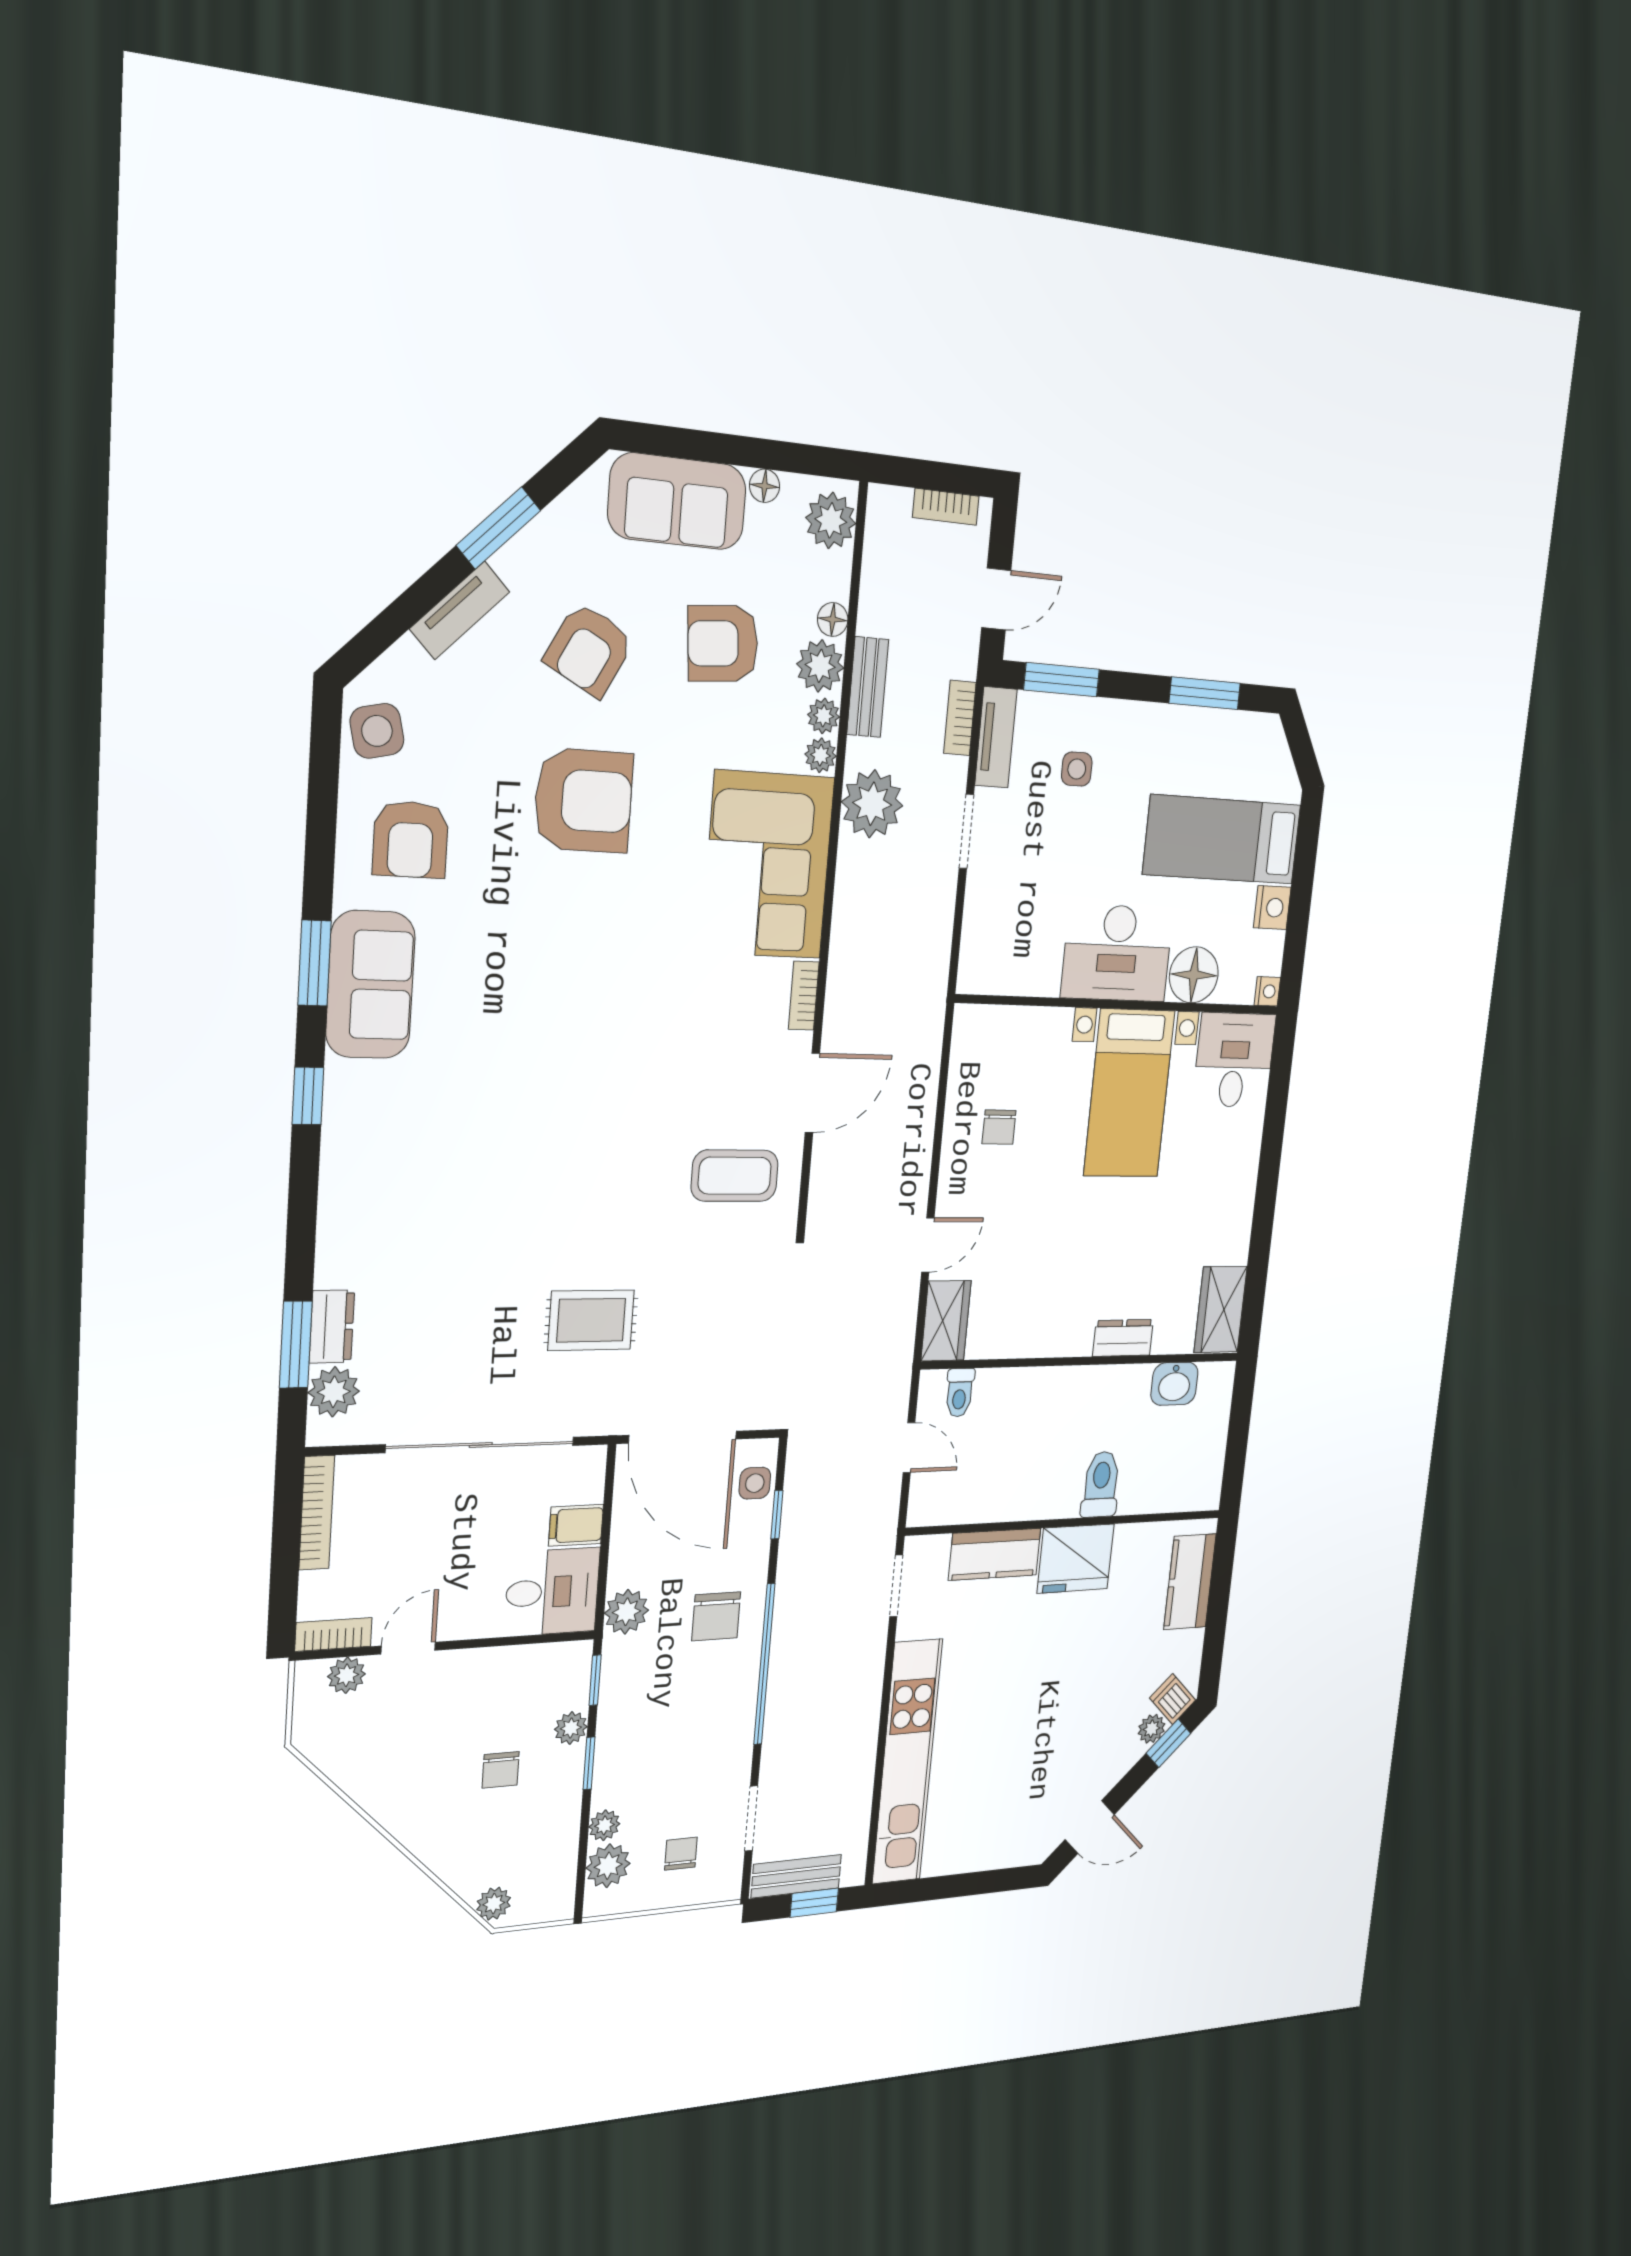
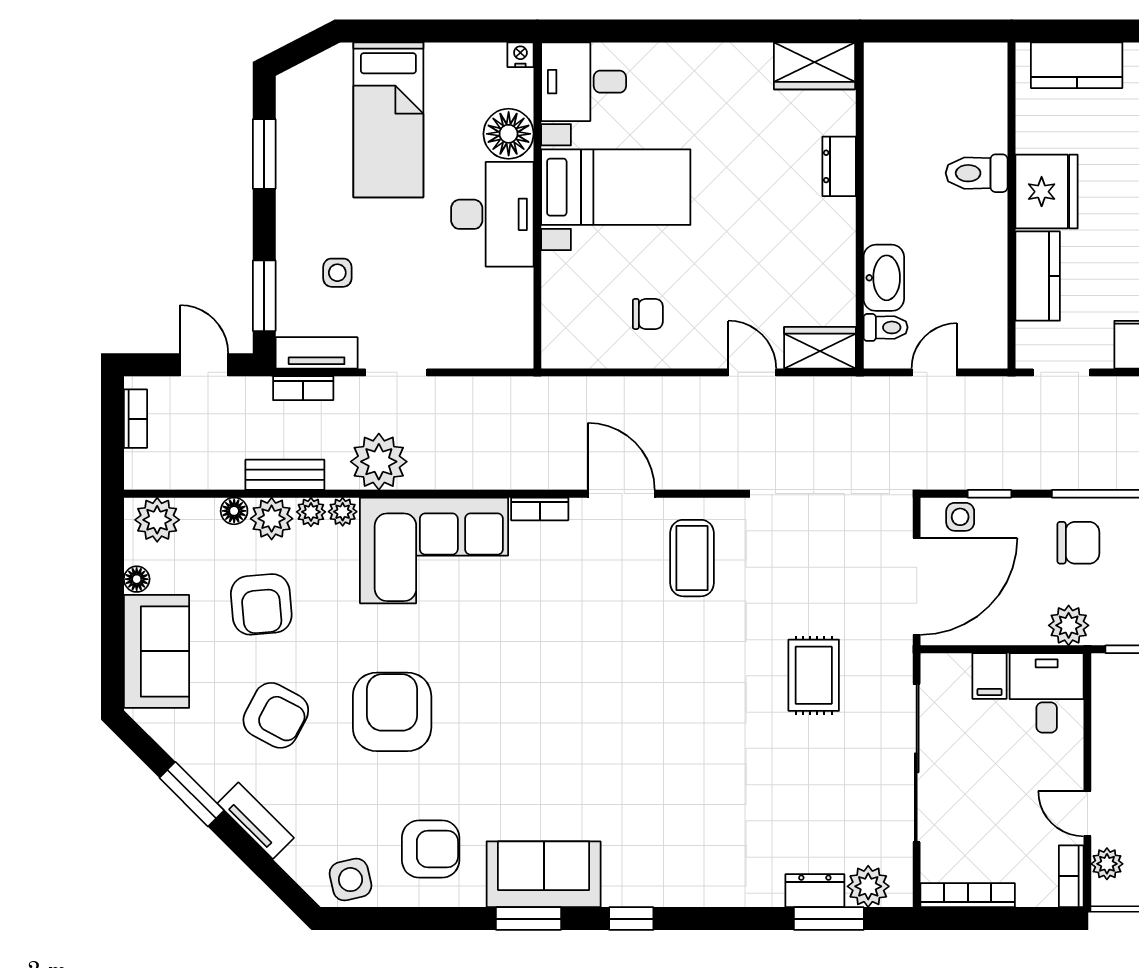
nightstand: (1272, 908) -> (445, 60), removed
washbasin: (1174, 1384) -> (884, 278), moved, width x1.38

